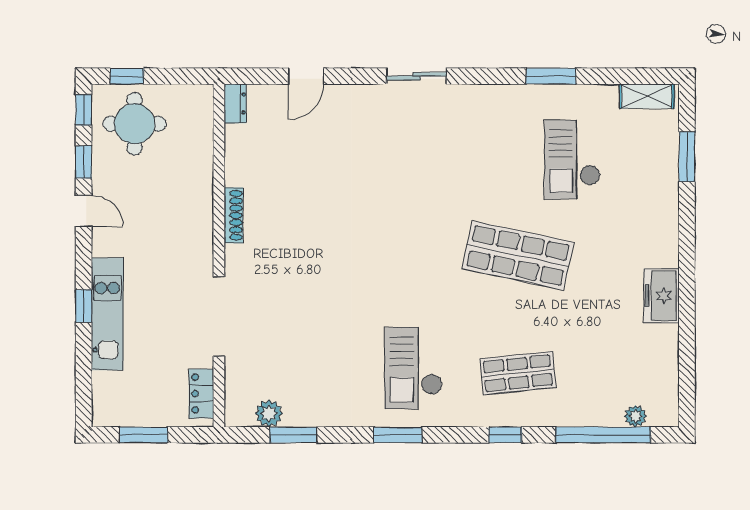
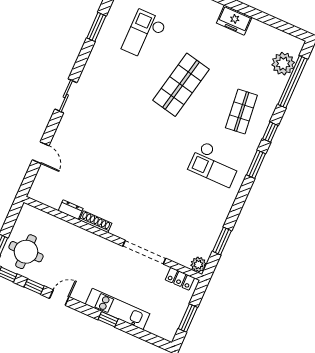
dresser: (235, 103) -> (71, 210), moved
checkout: (572, 160) -> (144, 35), turned 90
plant: (269, 413) -> (198, 265), moved
plant: (635, 416) -> (283, 64), width x1.87, depth x1.87
window: (398, 435) -> (256, 164), moved

